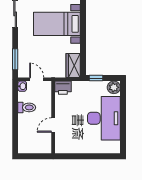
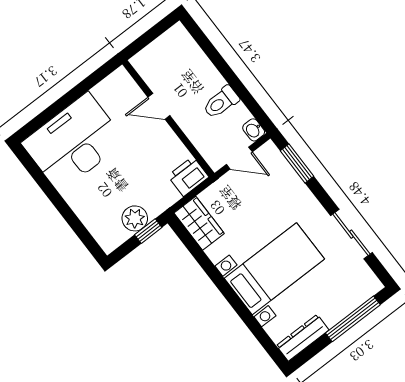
plant: (114, 87) -> (135, 218), moved
desk: (104, 118) -> (74, 142), moved, turned 90
door: (53, 125) -> (159, 106), swing flipped

